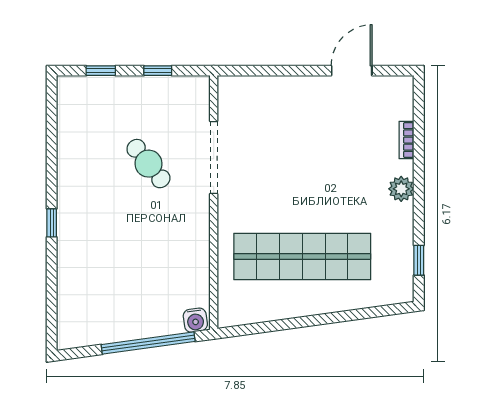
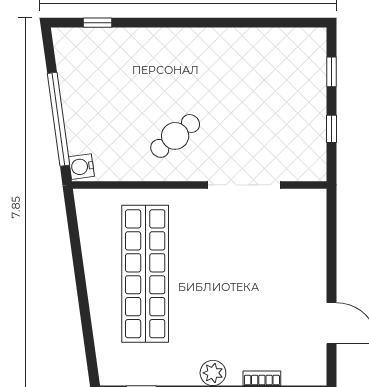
cafe table: (148, 164) -> (175, 136), moved
window: (52, 223) -> (97, 23), moved

